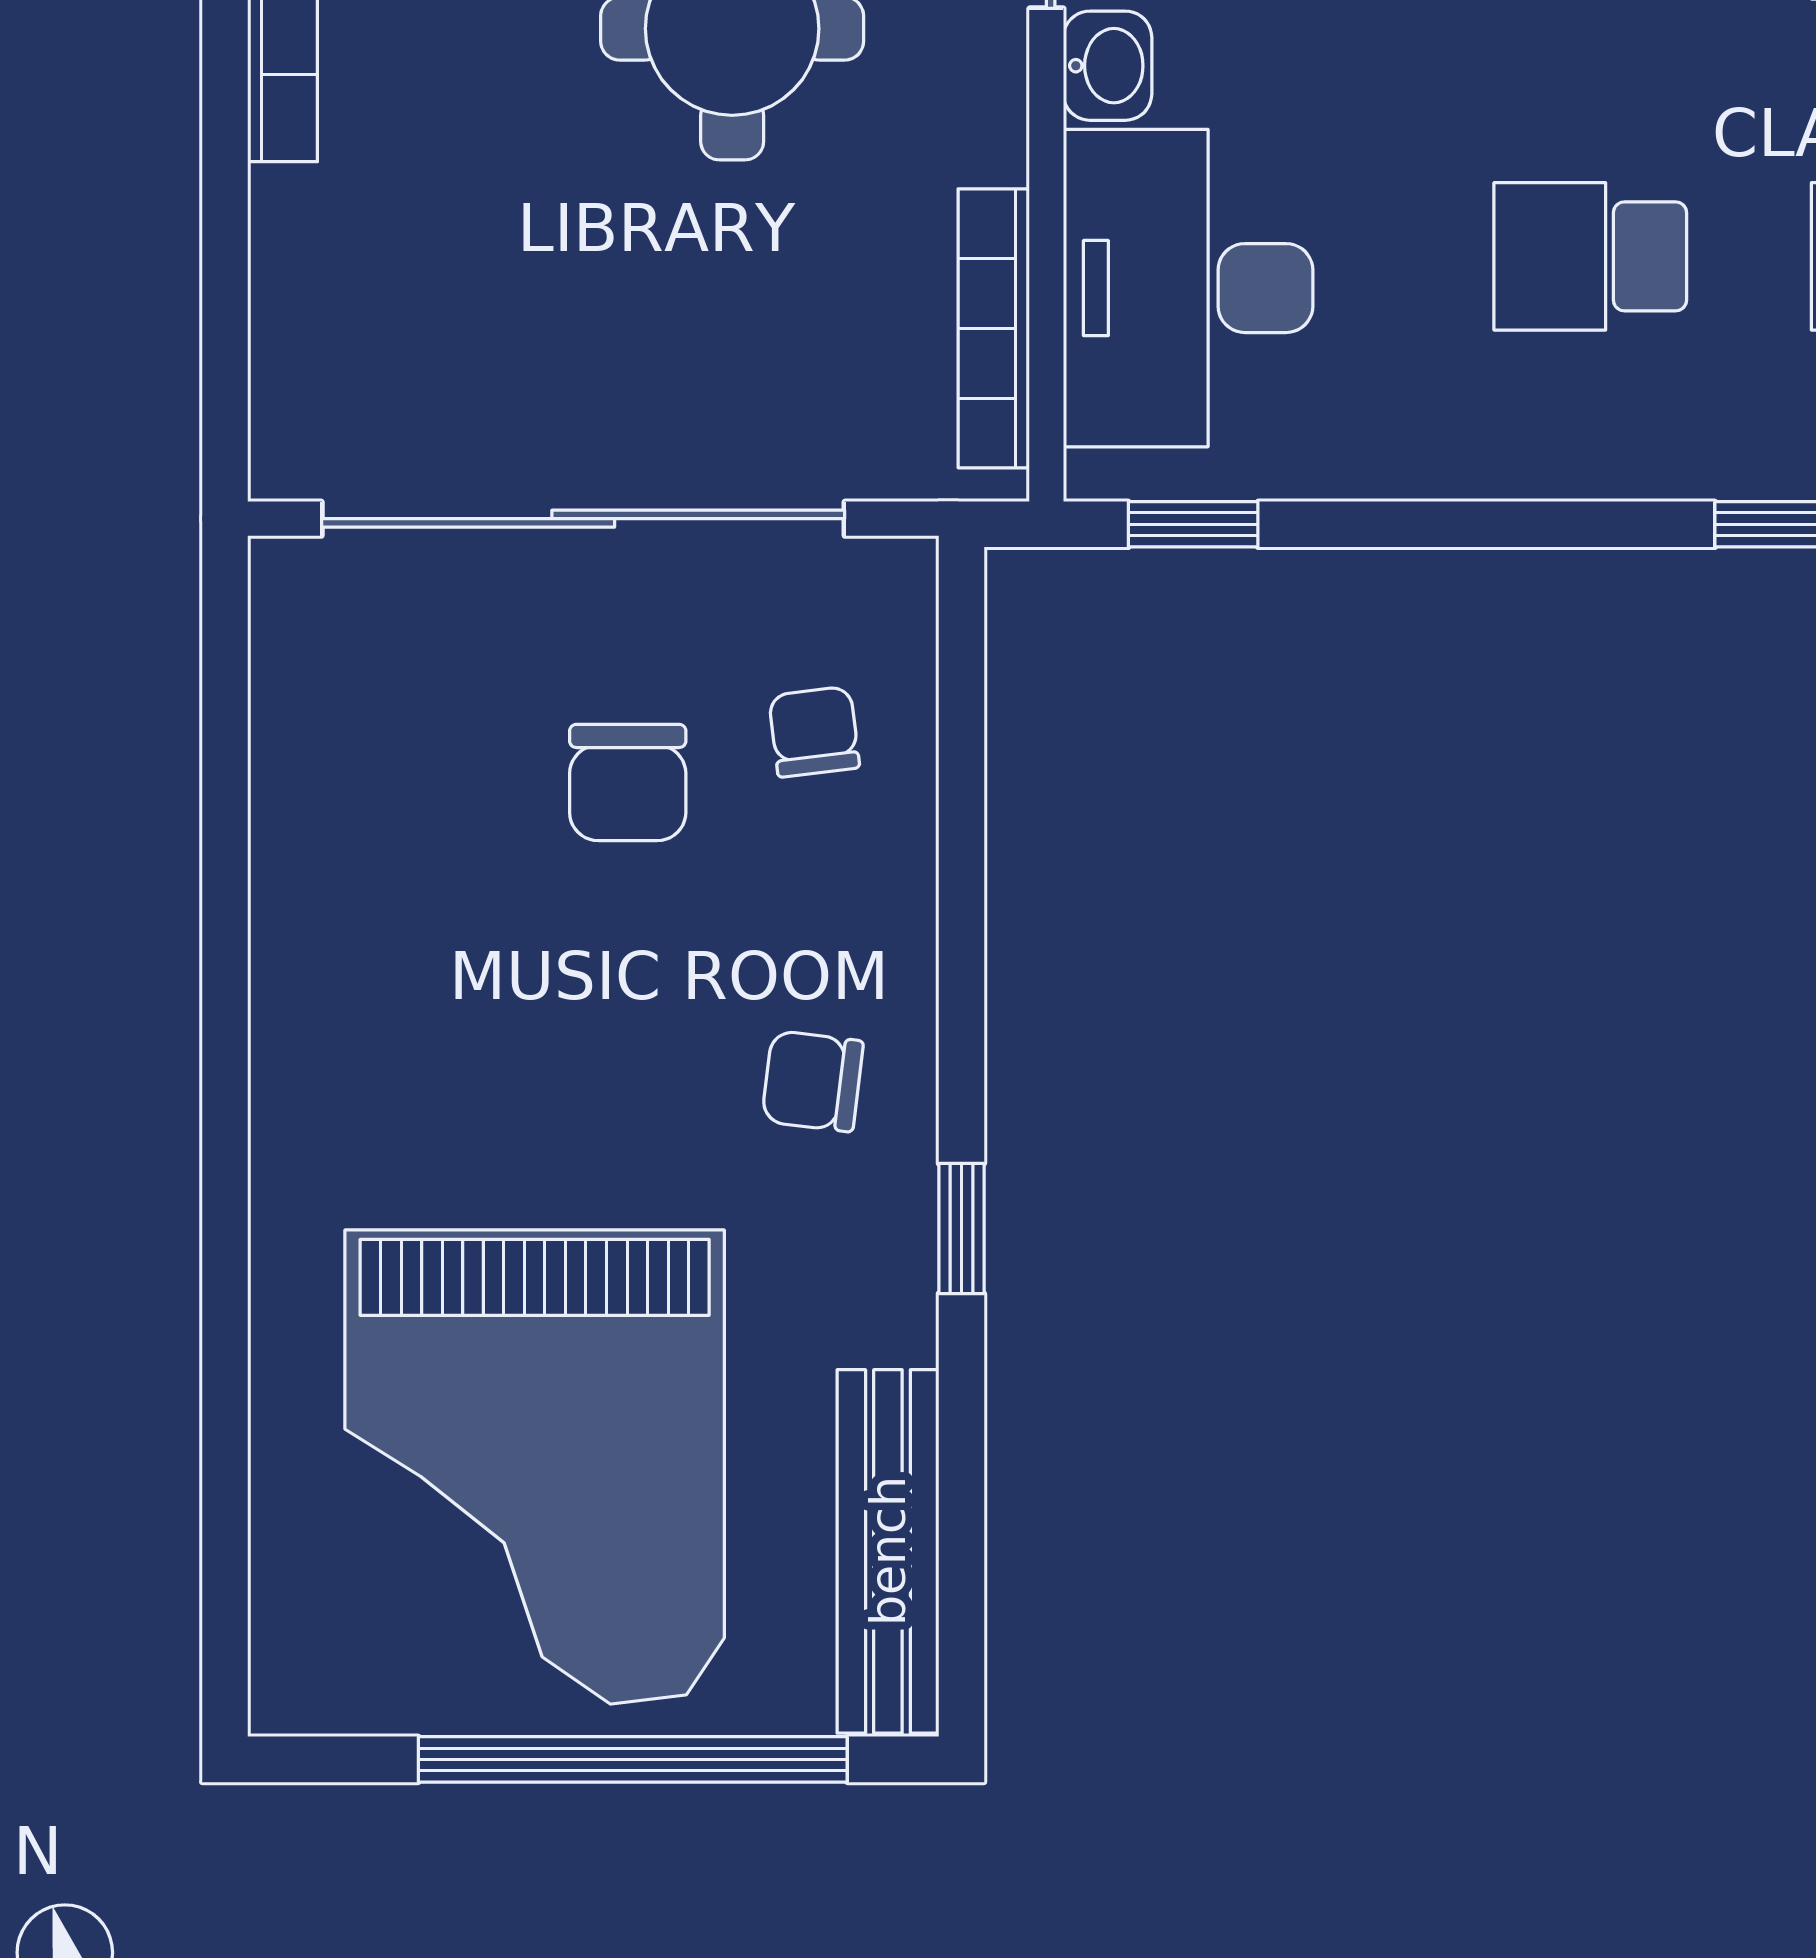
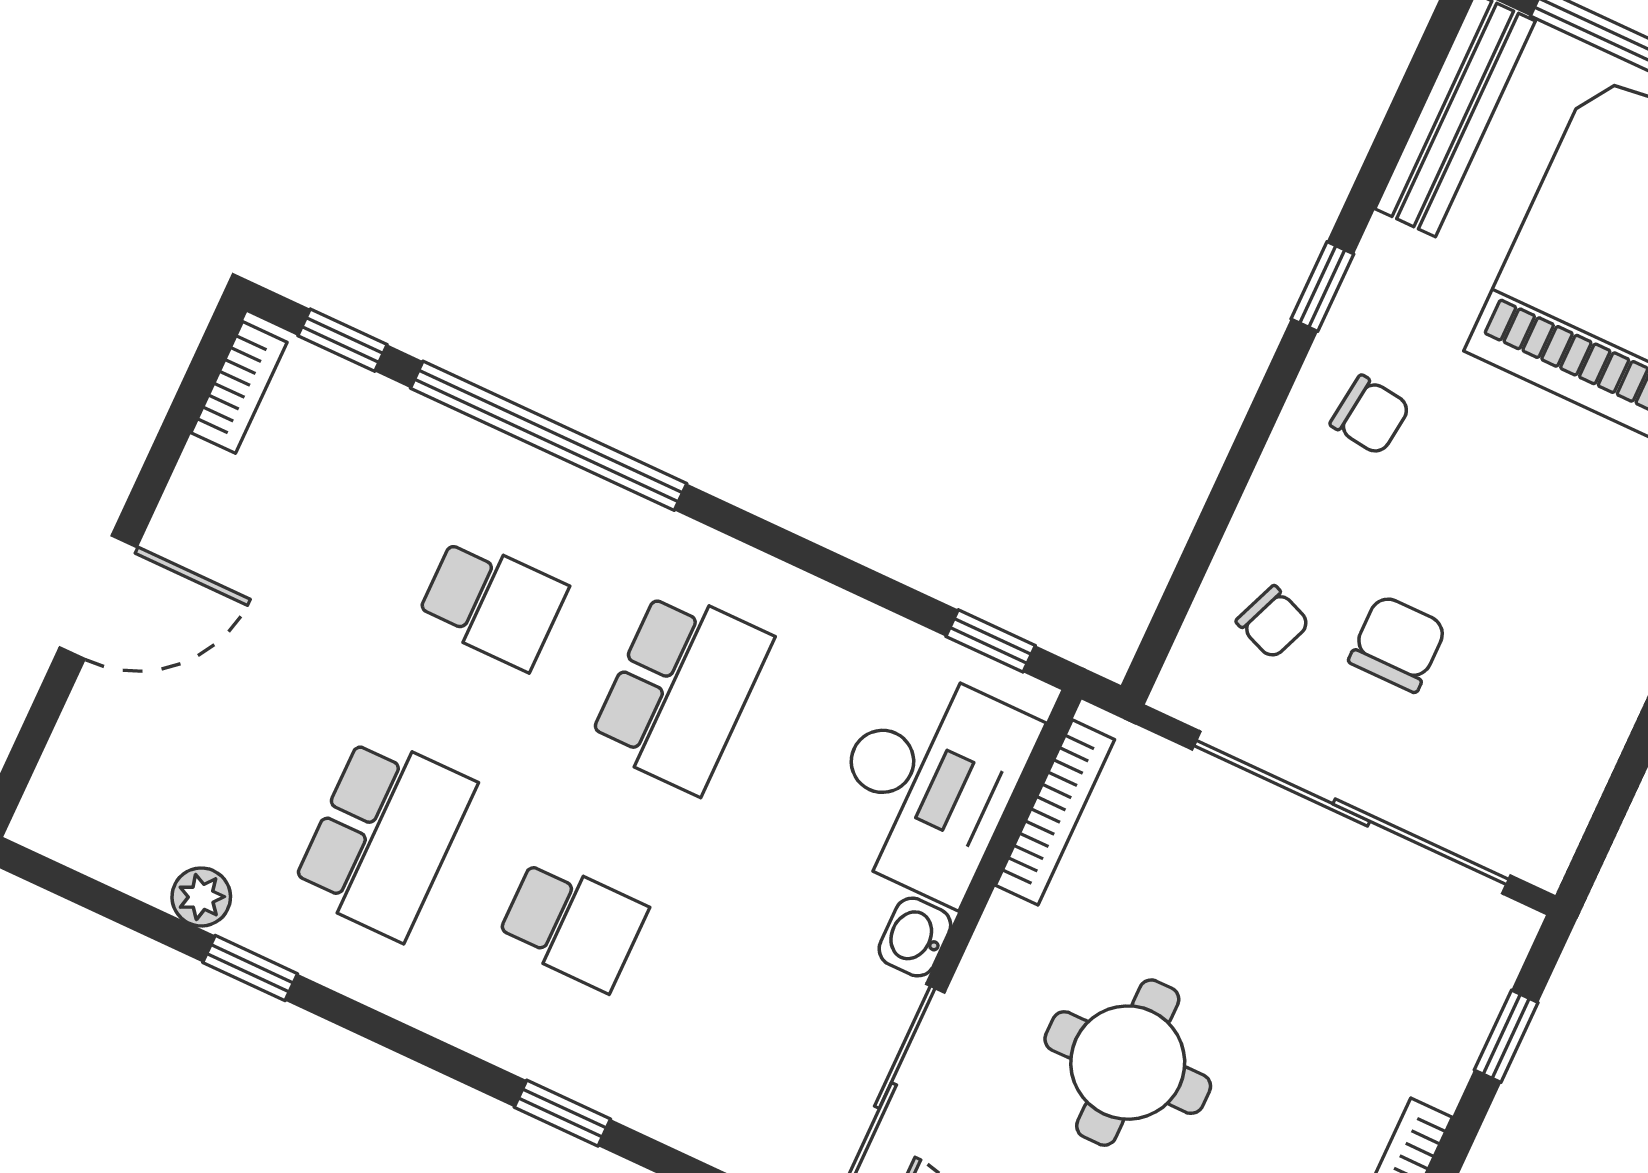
school desk: (1590, 256) -> (681, 691), width x1.85
window: (225, 308) -> (1506, 1036), added
chair: (814, 732) -> (1273, 622), turned -61

